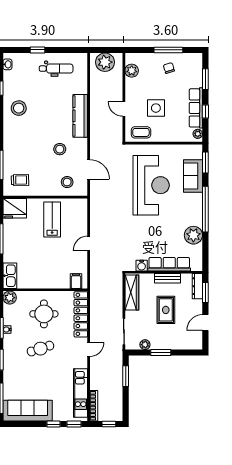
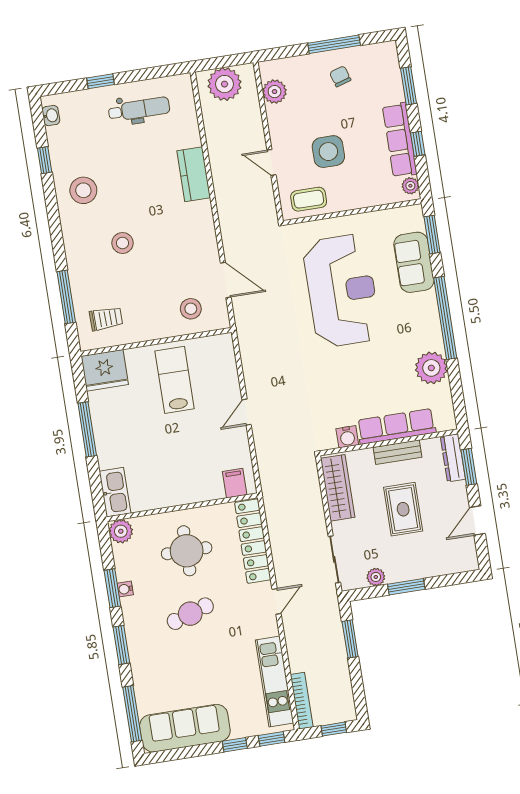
kitchen counter: (80, 116) -> (194, 174), width x0.67
stool: (60, 149) -> (123, 243), moved

